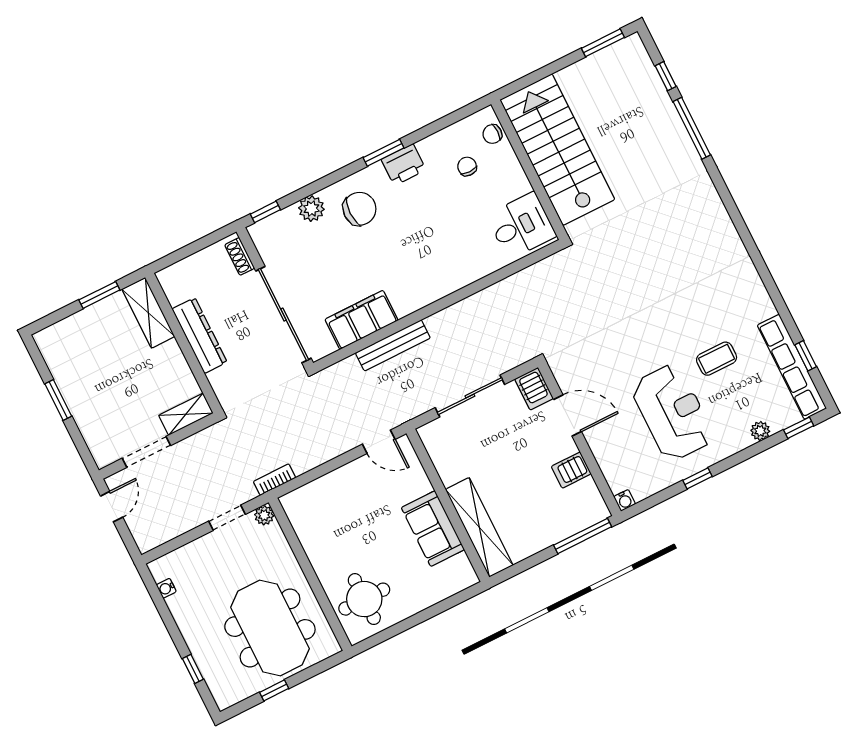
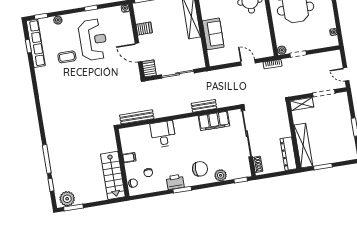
plant: (622, 57) -> (67, 199), added
stairs: (557, 150) -> (113, 175), width x0.73, depth x0.66
filing cabinet: (517, 186) -> (129, 158), added
chair: (359, 209) -> (200, 169), turned 180
desk: (521, 226) -> (163, 134), moved, turned 90
bench: (528, 277) -> (137, 117), added
shelving: (148, 313) -> (303, 146), width x1.47
dresser: (200, 335) -> (288, 154), moved
bench: (393, 345) -> (204, 106), width x0.73
reception desk: (672, 412) -> (93, 40), turned 180
door: (379, 442) -> (248, 62), moved
door: (112, 507) -> (346, 74), hinge flipped
sofa: (433, 529) -> (213, 34), moved

